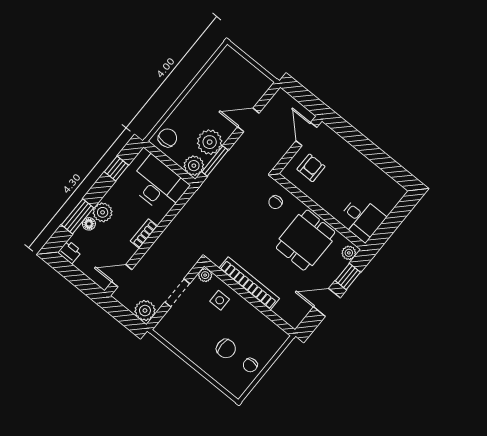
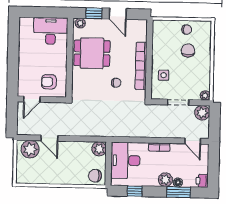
plant: (210, 142) -> (30, 149), moved
window: (215, 161) -> (87, 139), removed
chair: (275, 202) -> (116, 83), moved
desk: (362, 219) -> (51, 31), width x1.37
plant: (205, 275) -> (205, 95), moved

